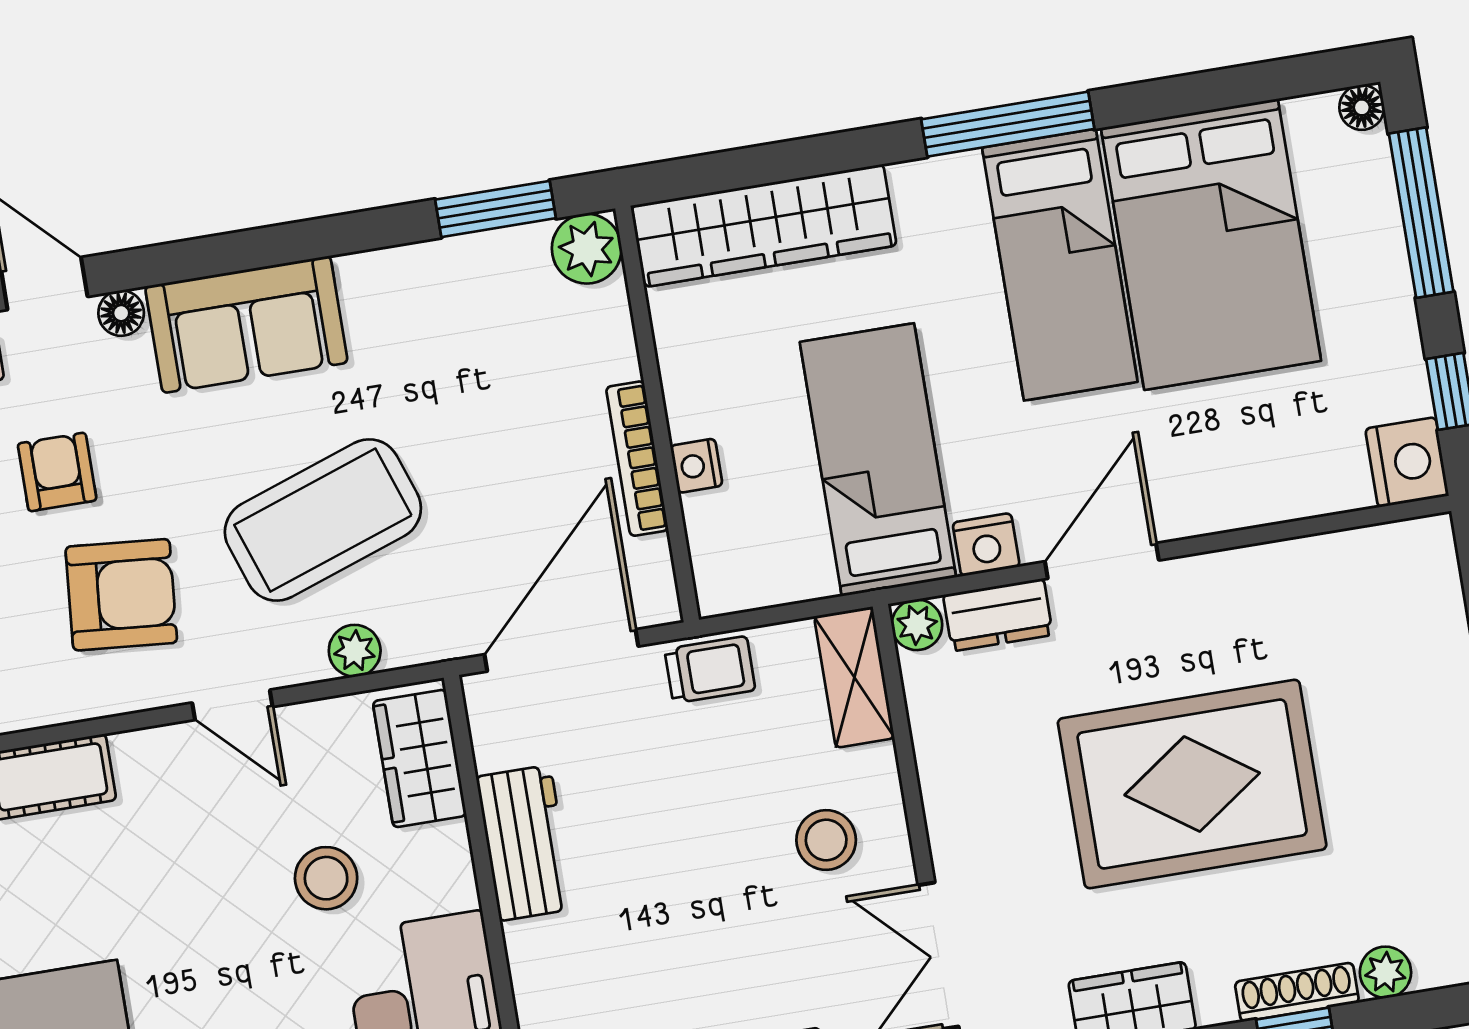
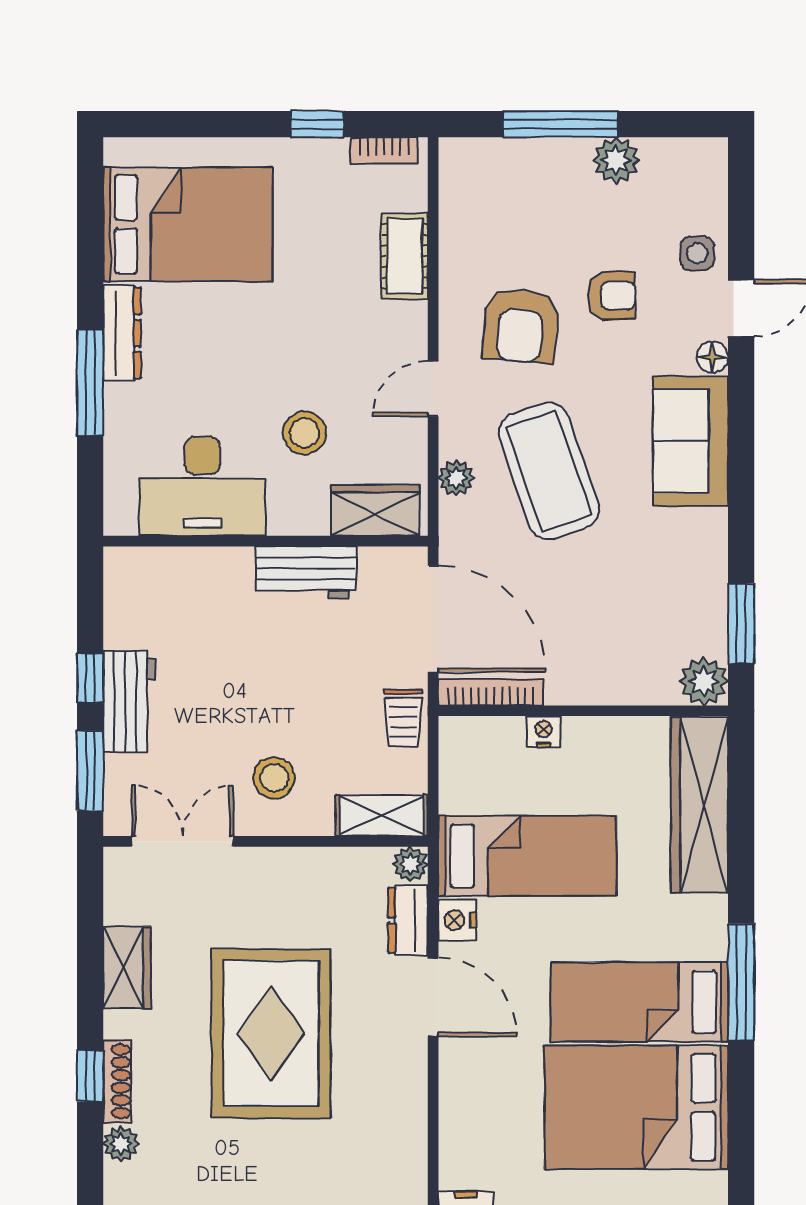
bookcase: (637, 459) -> (491, 692), moved

